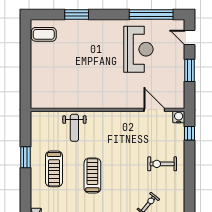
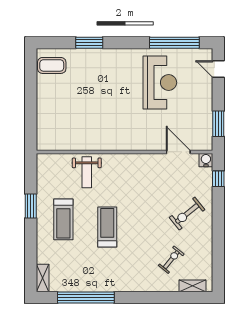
window: (189, 70) -> (218, 124), moved
exercise bike: (162, 164) -> (187, 214), turned -39

